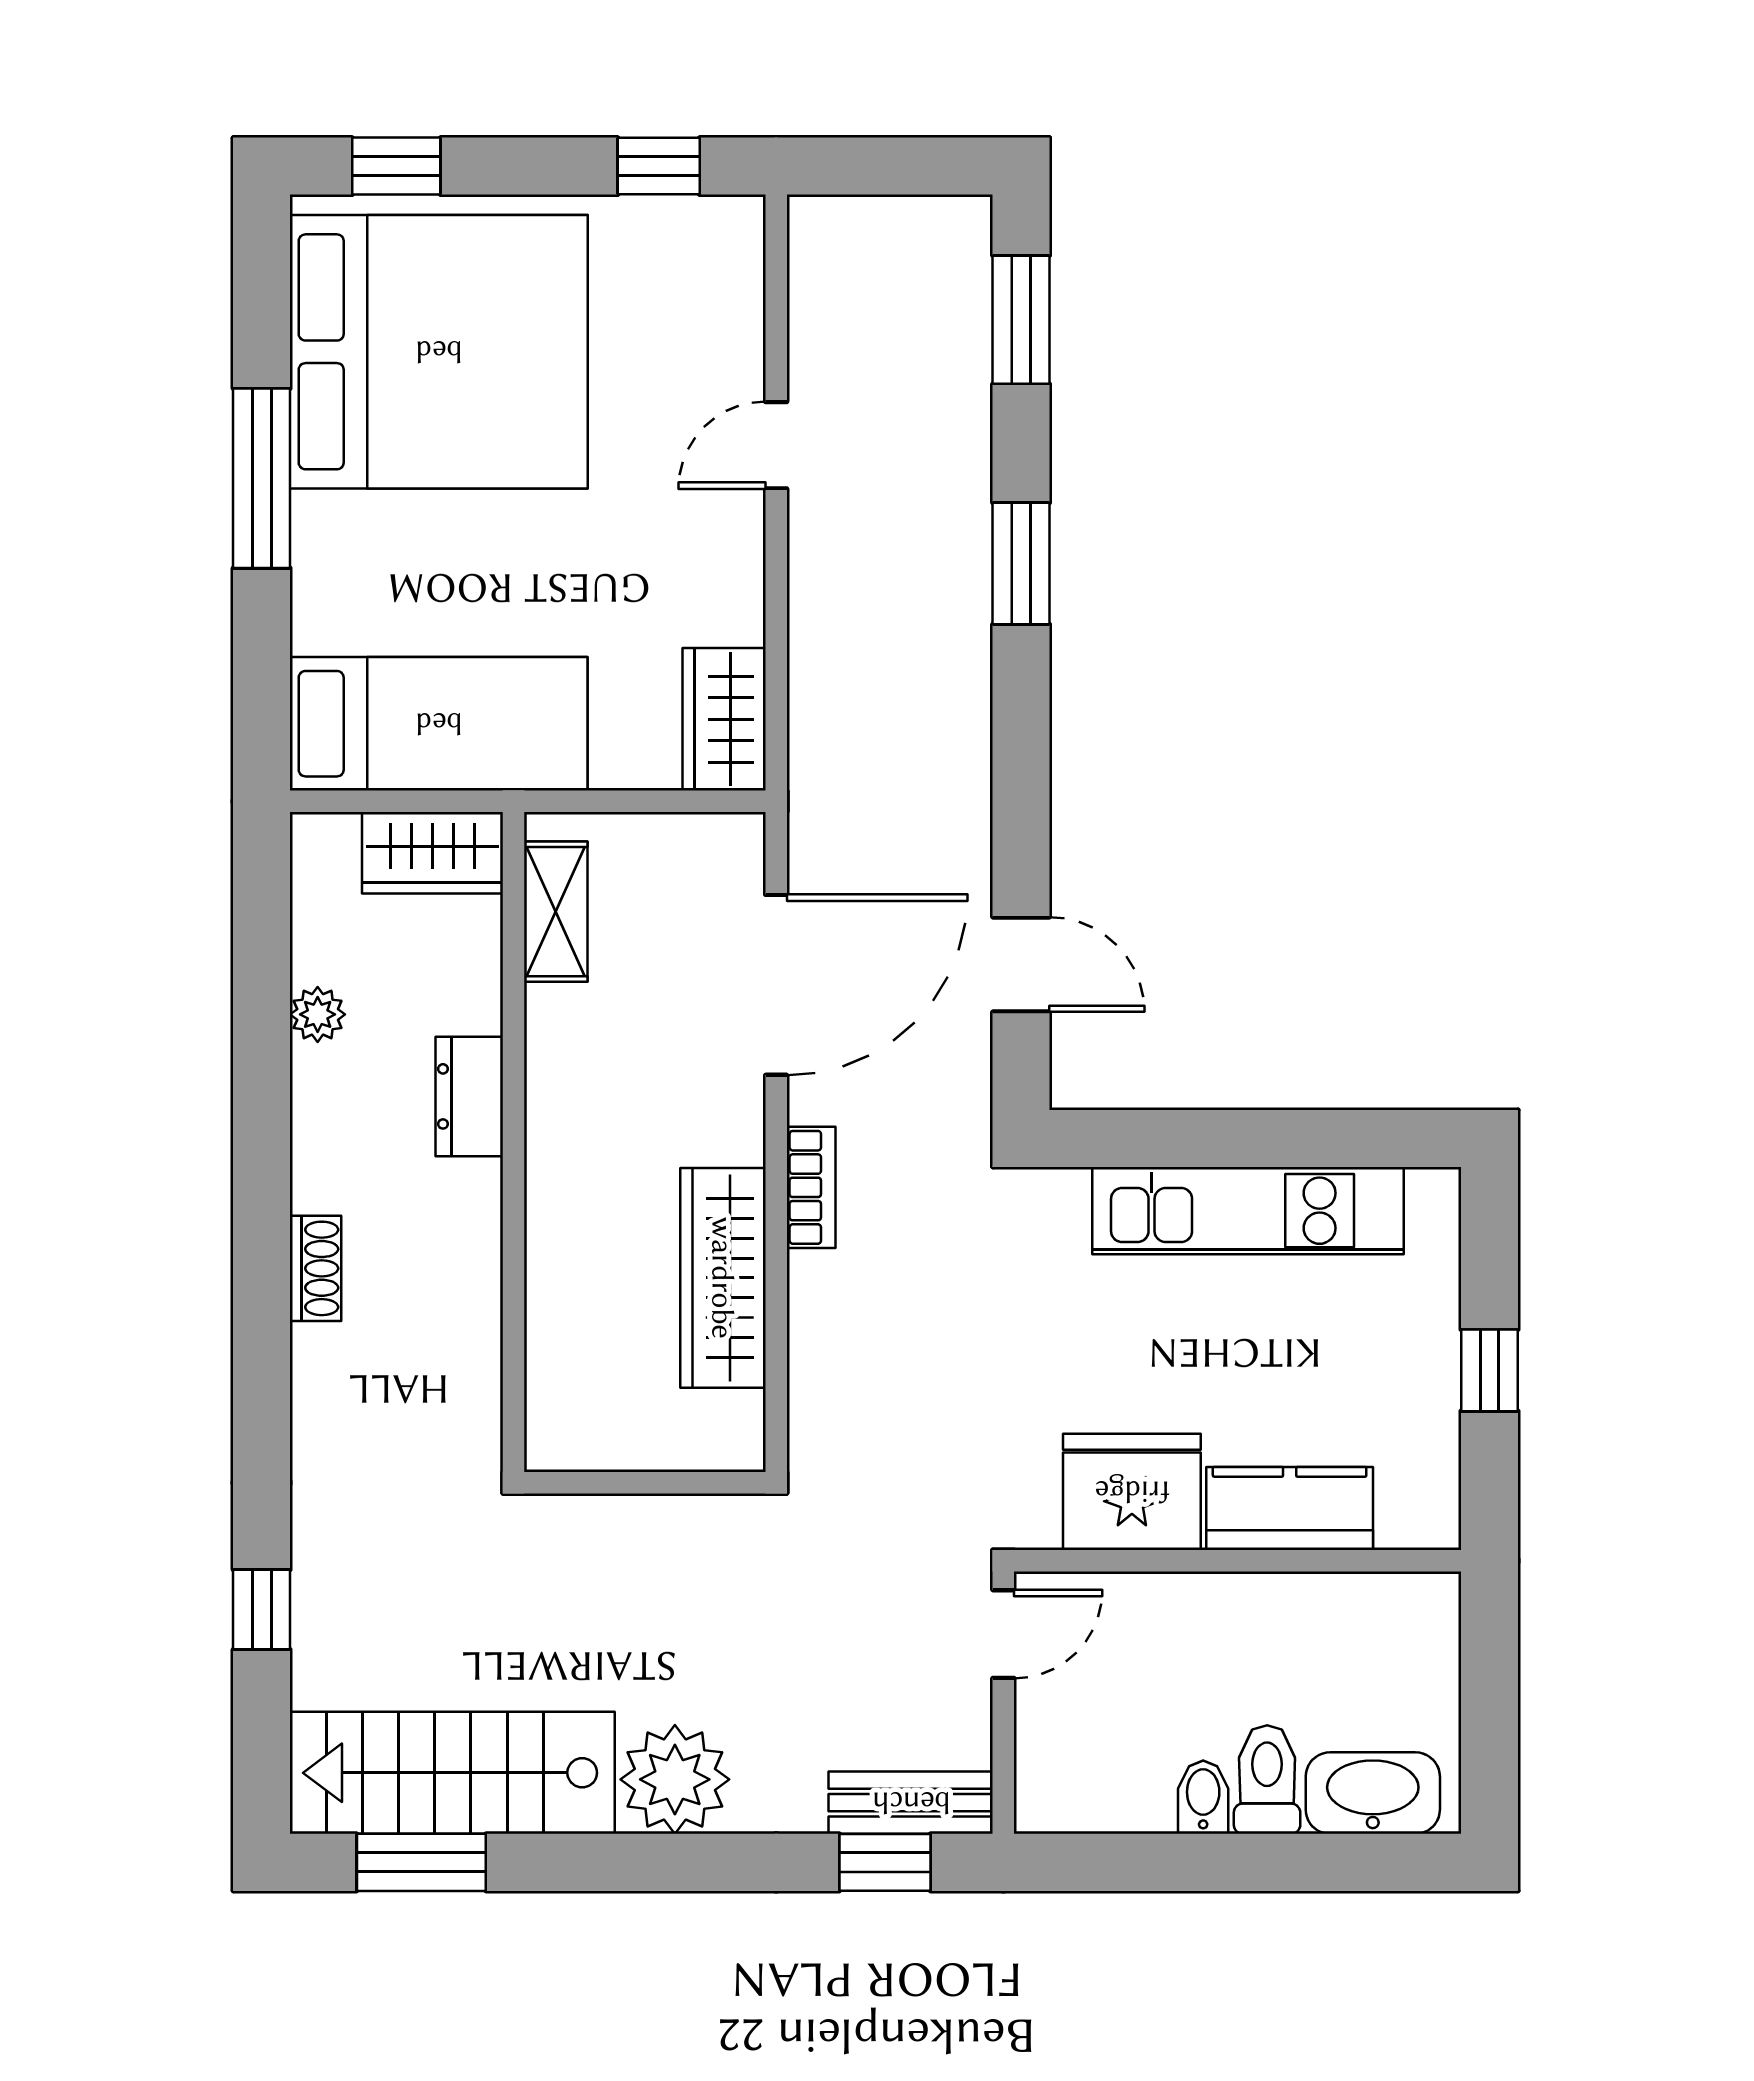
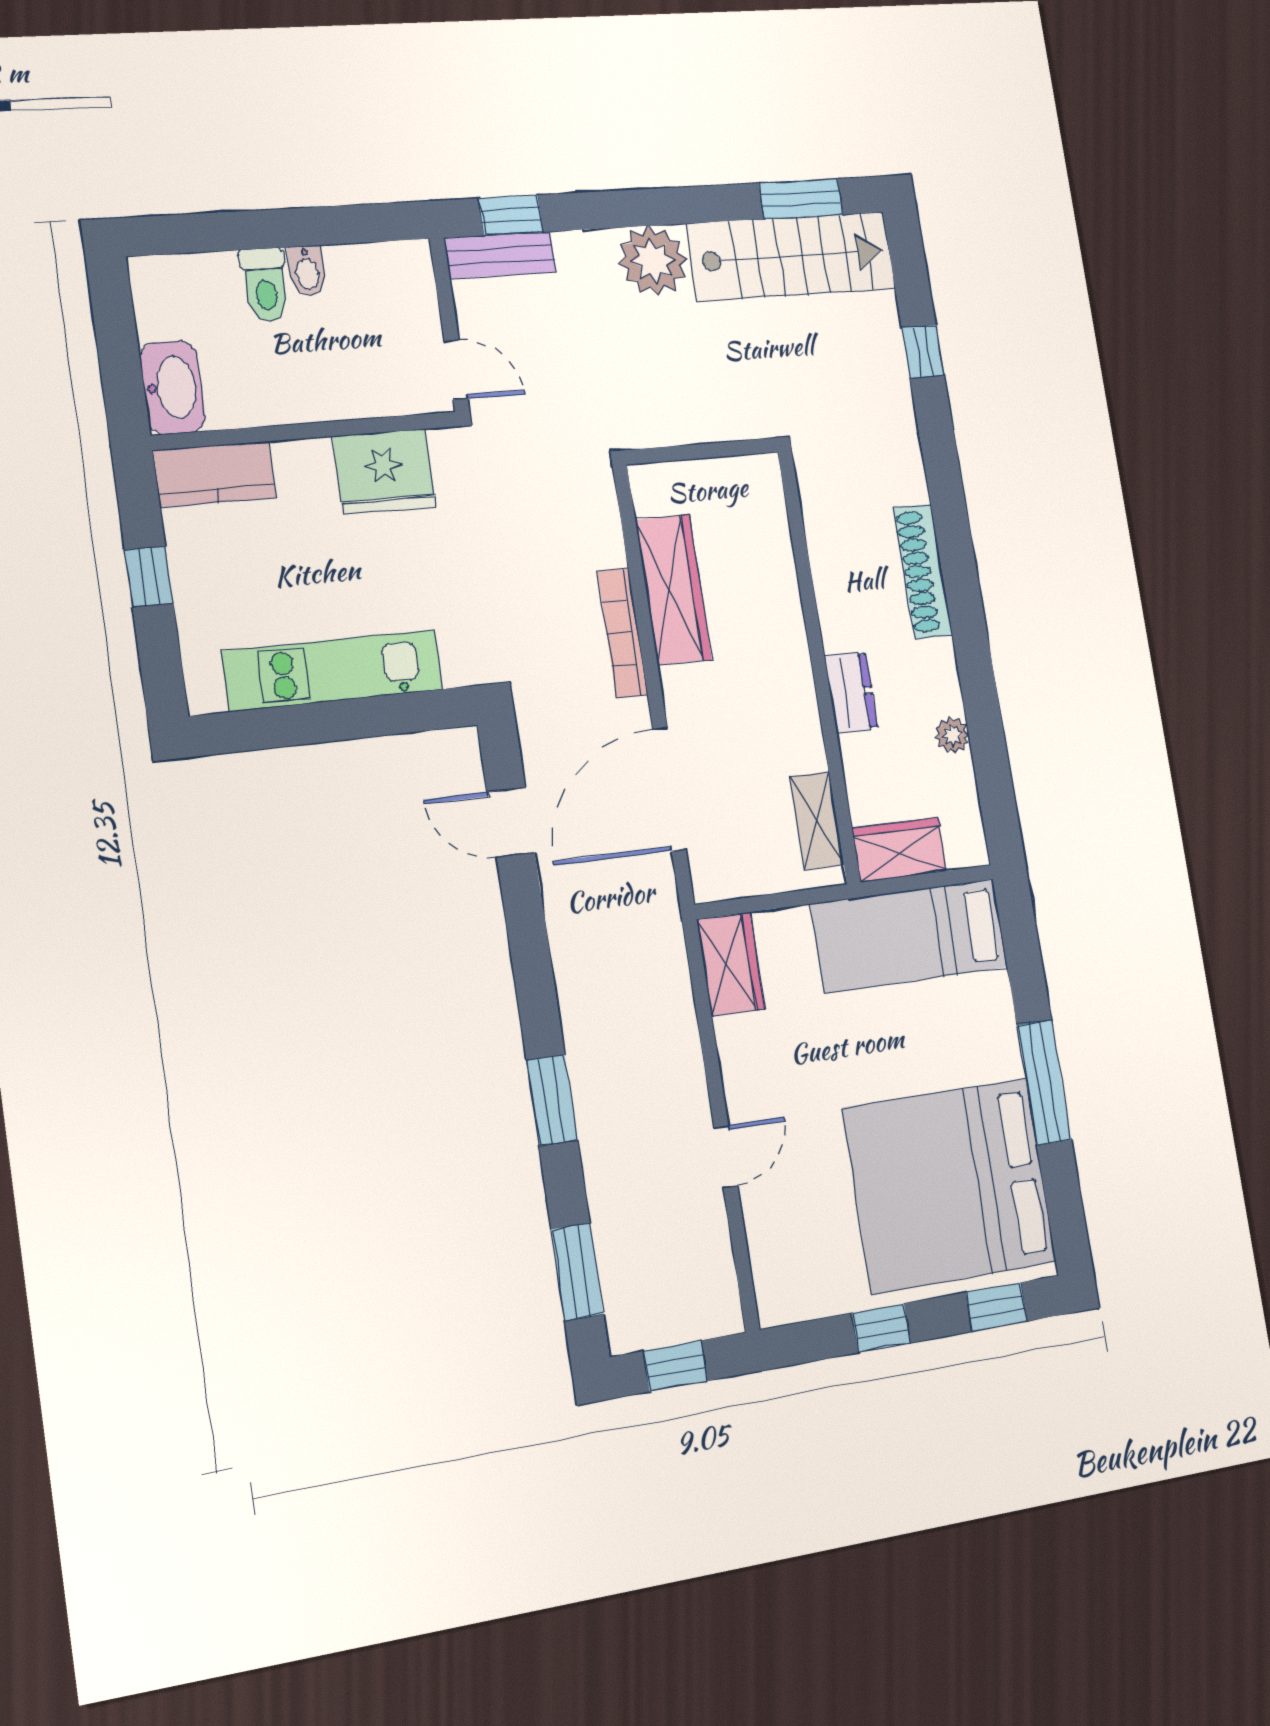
window: (659, 166) -> (881, 1328), moved
window: (898, 166) -> (675, 1366), added
bookcase: (811, 1187) -> (623, 633), width x1.56
shoe rack: (316, 1268) -> (923, 571), width x1.94, depth x1.24
kitchen counter: (1290, 1508) -> (214, 474), moved
door: (1003, 1634) -> (456, 370), swing flipped
washbasin: (1373, 1793) -> (173, 388), moved, turned -90

